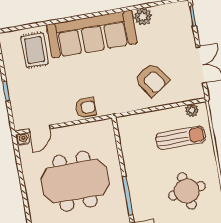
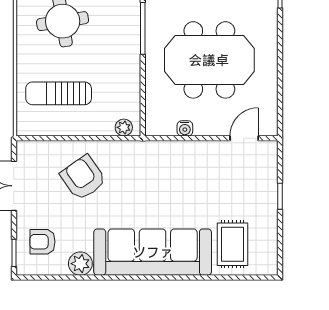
armchair: (86, 108) -> (43, 242), moved
plant: (192, 110) -> (124, 127), moved
water cooler: (23, 139) -> (185, 128), moved

